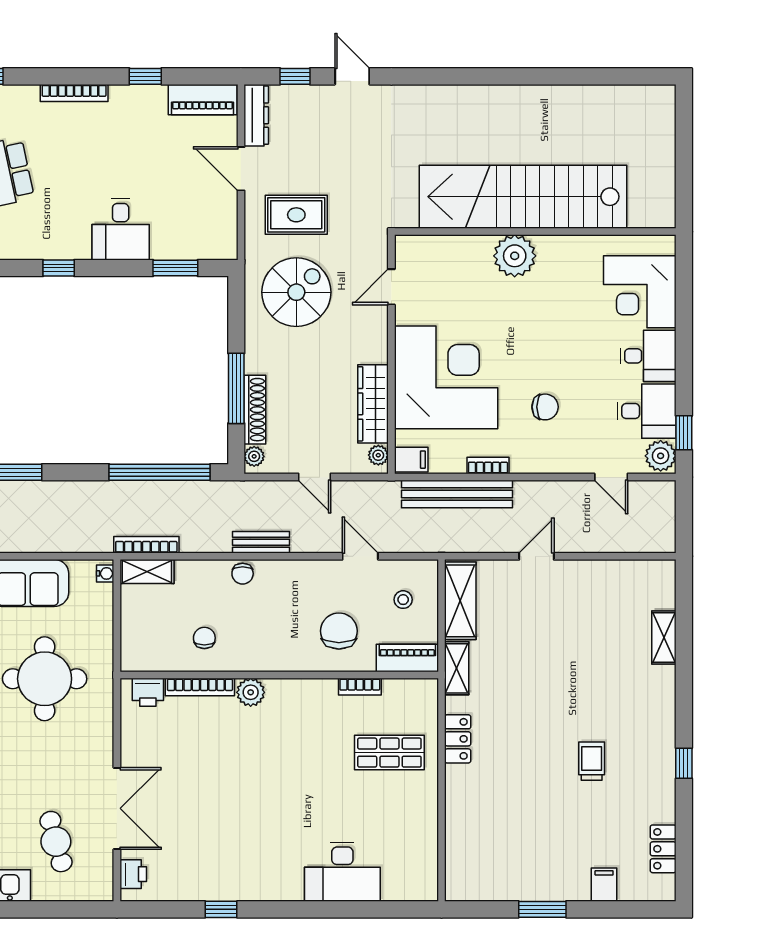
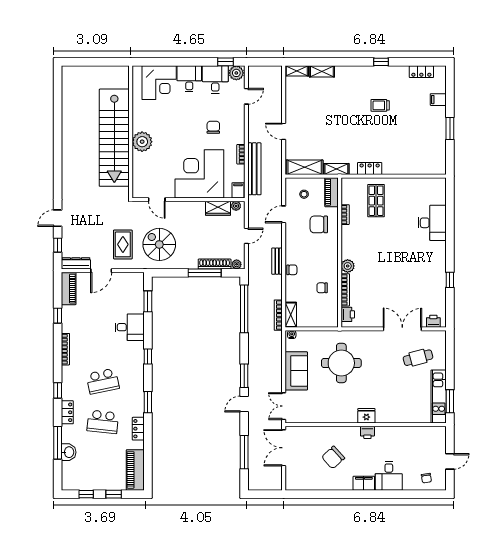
wardrobe: (373, 404) -> (218, 208), width x0.67
shelving: (665, 584) -> (297, 71), added

